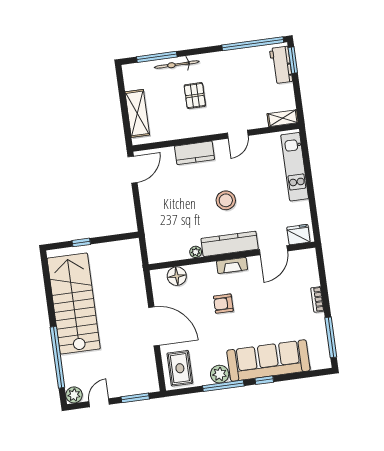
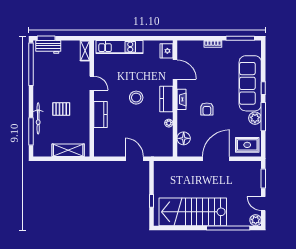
door: (133, 170) -> (134, 159), moved
kitchen counter: (230, 244) -> (166, 99), width x0.67

